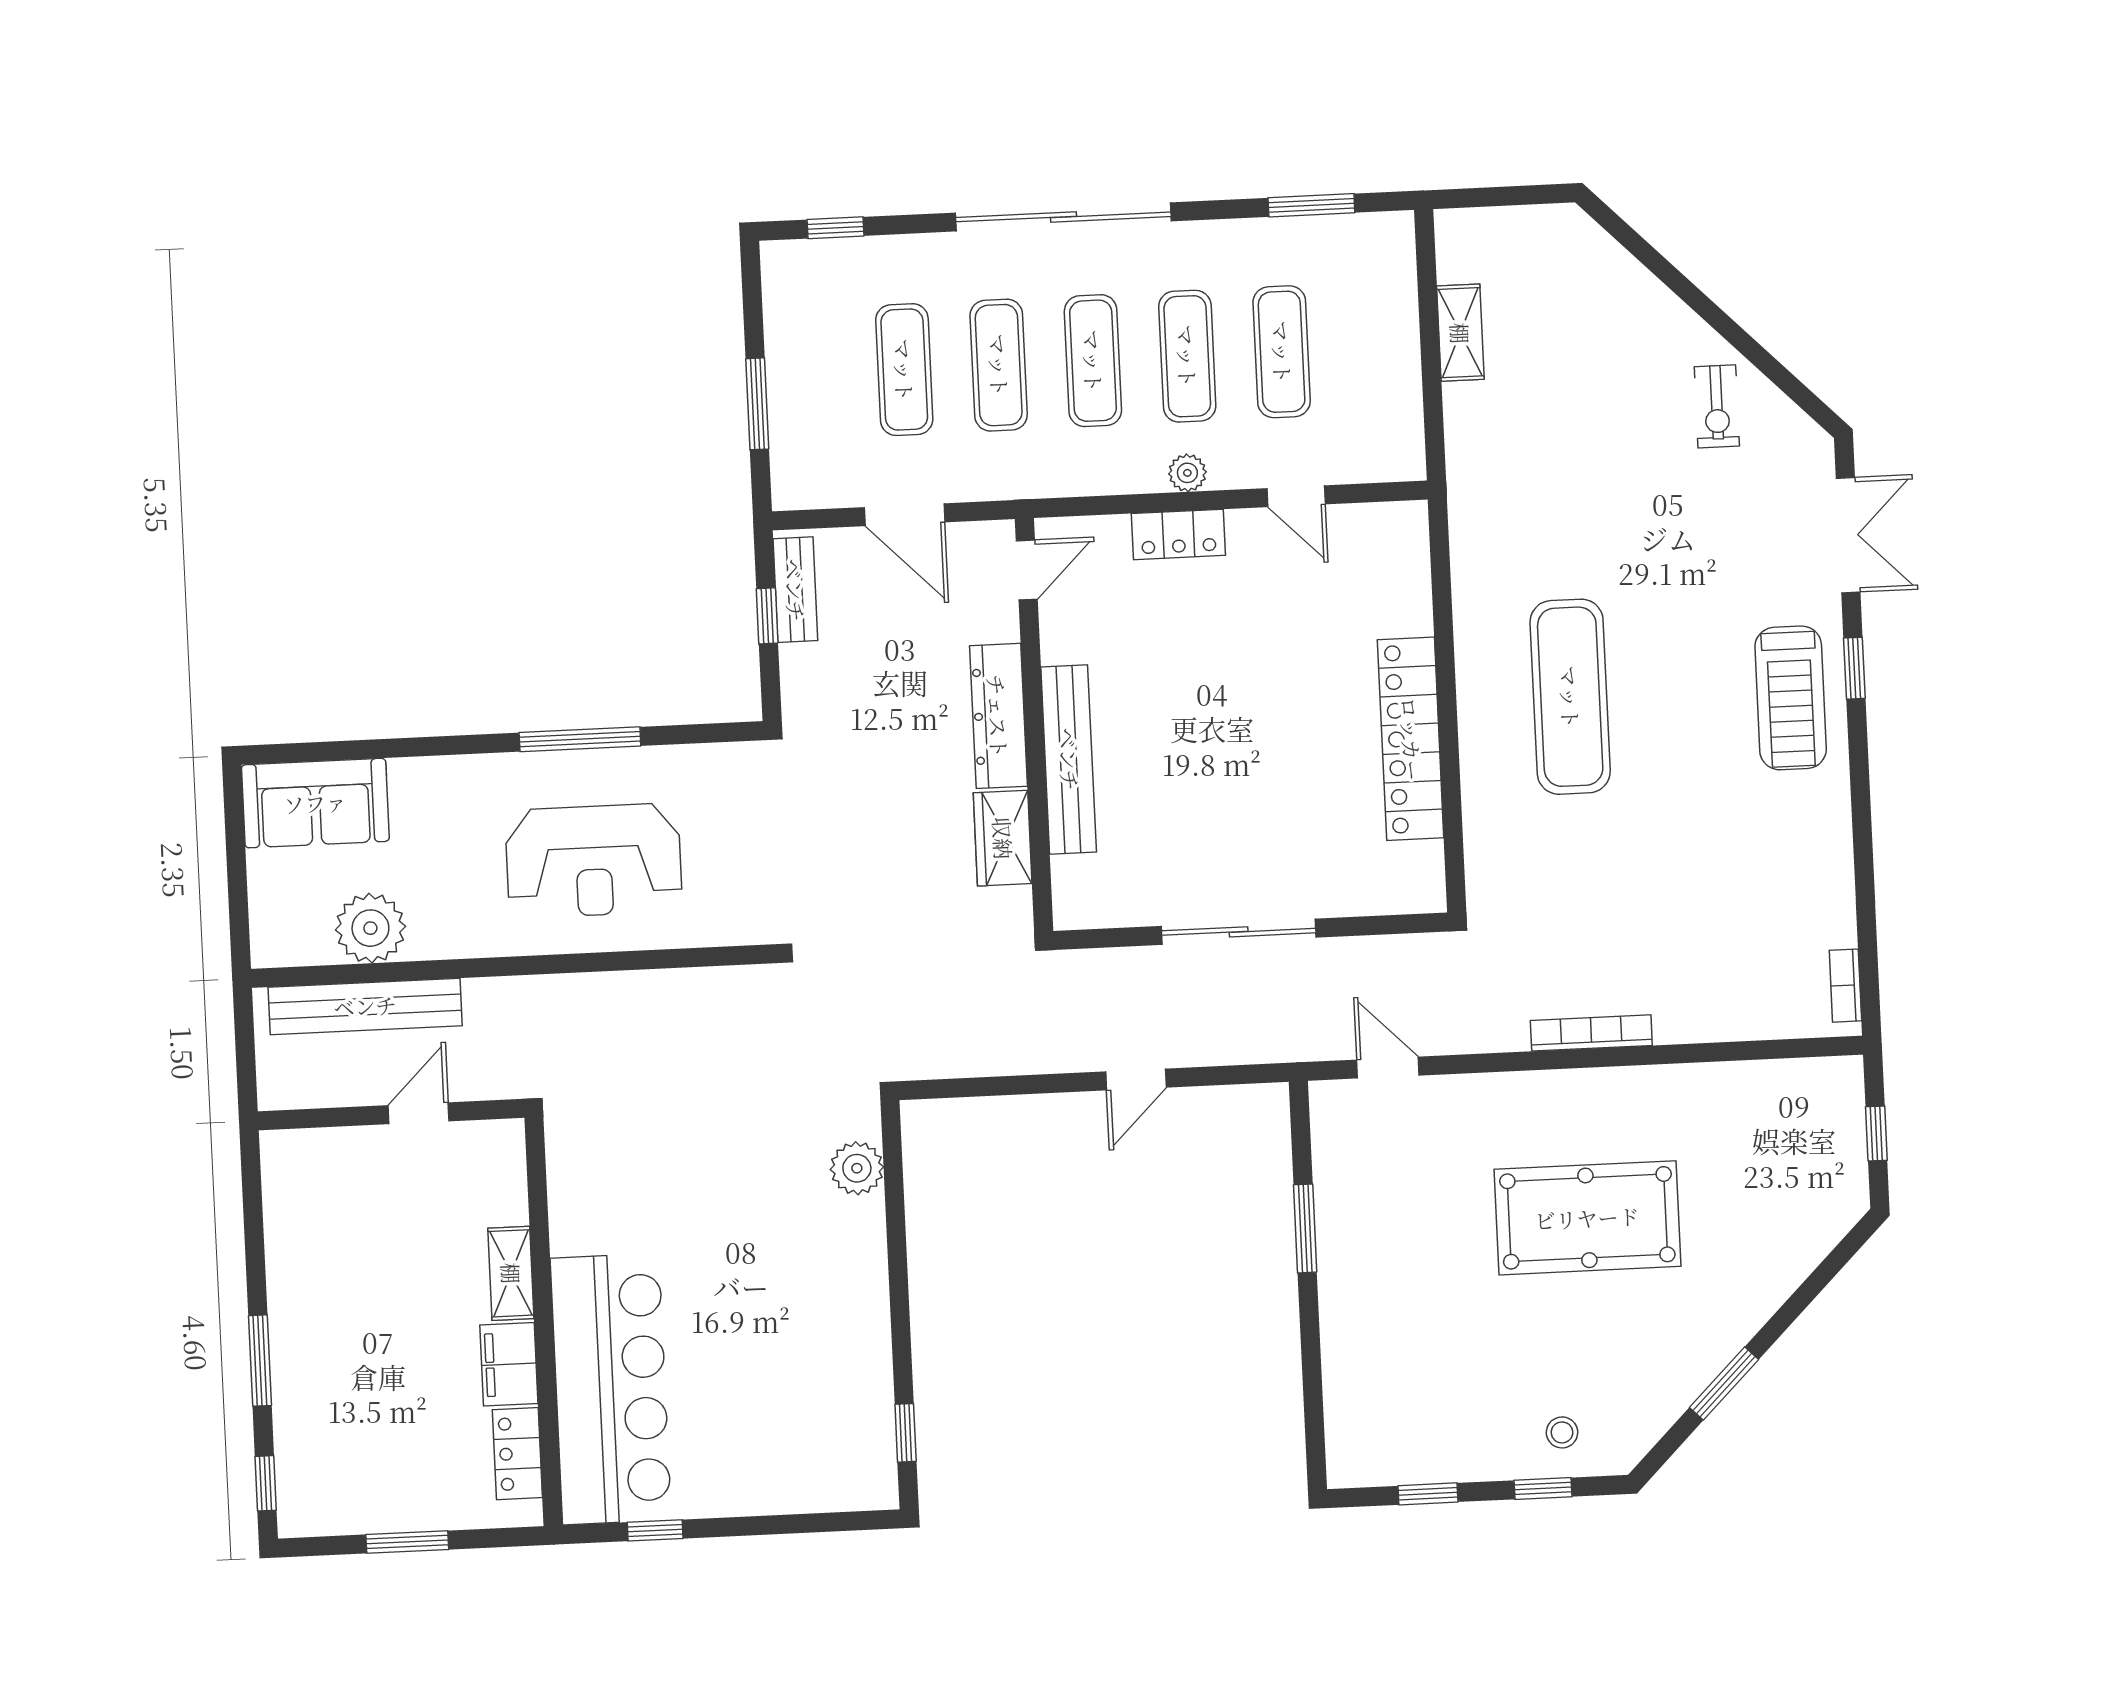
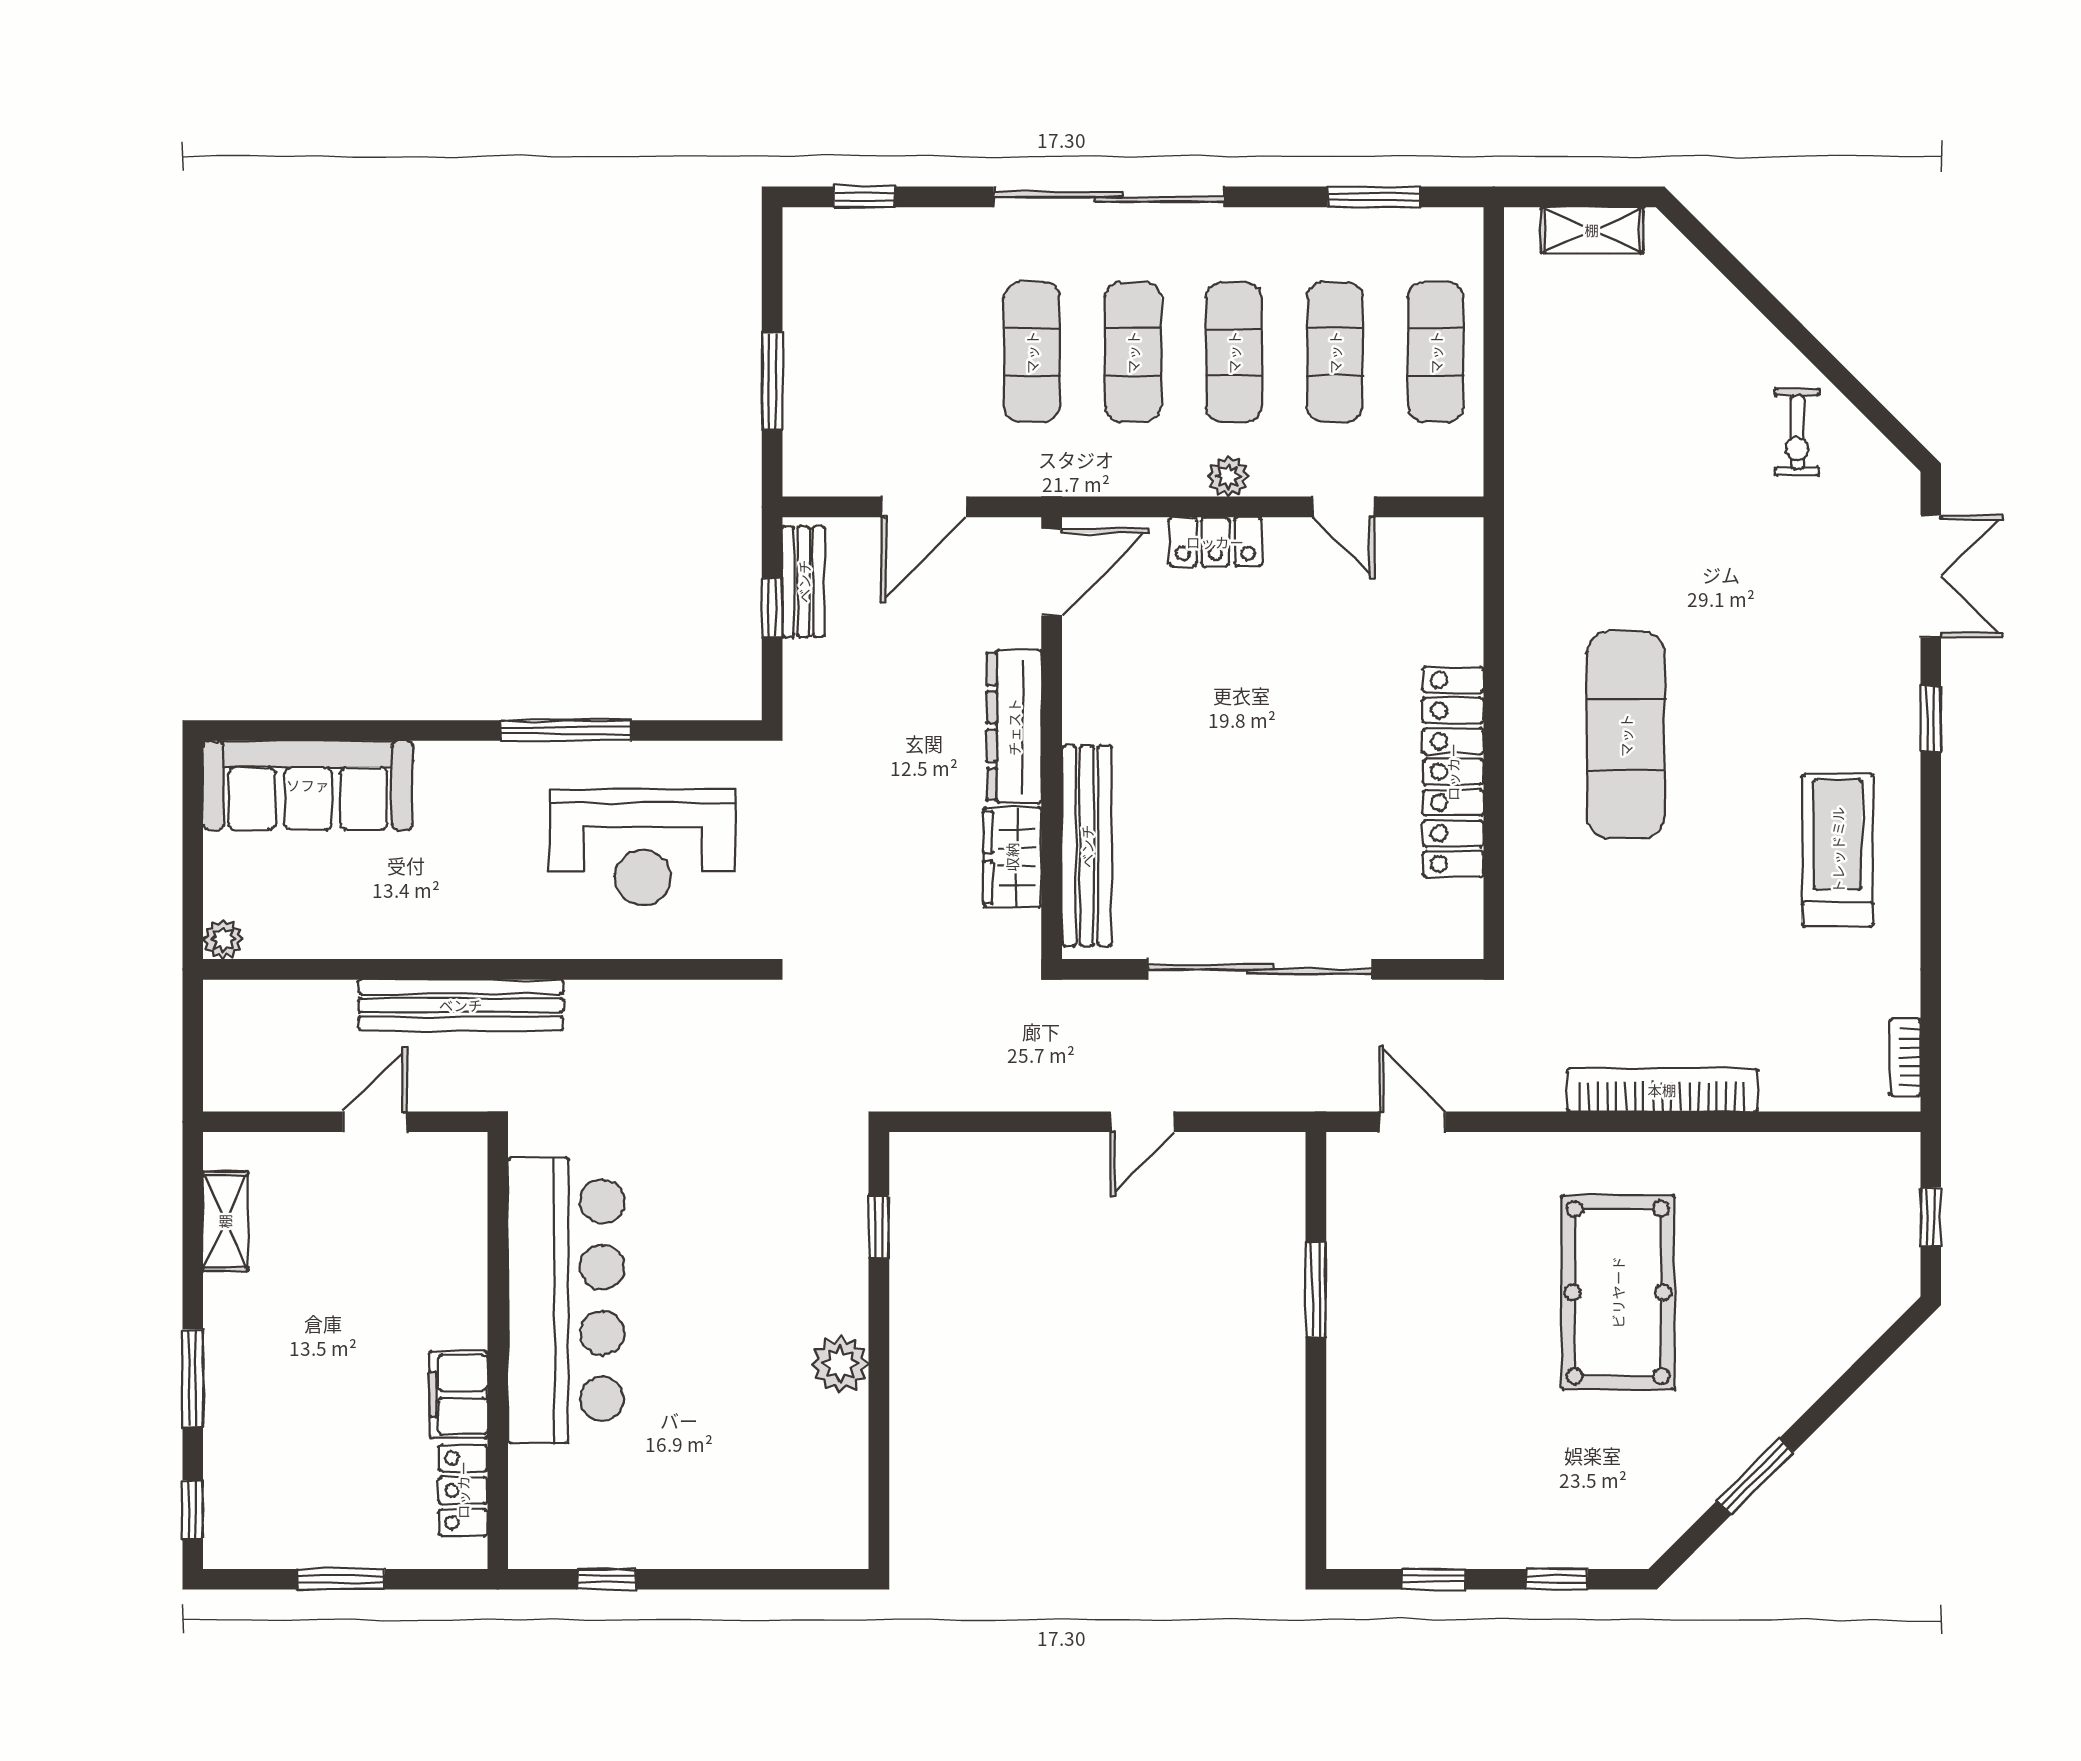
shelving: (1460, 333) -> (1592, 230), moved, turned 90
exercise mat: (904, 370) -> (1436, 352), moved
door: (905, 515) -> (924, 507), hinge flipped
door: (1027, 570) -> (1052, 572), width x1.38
treadmill: (1791, 698) -> (1838, 850), moved, turned 180
bench: (1069, 759) -> (1087, 846), moved
sofa: (315, 803) -> (308, 785), width x1.36
reception desk: (594, 861) -> (643, 847), moved
plant: (370, 928) -> (223, 939), moved, width x0.53, depth x0.53
sliding door: (1239, 932) -> (1260, 969), width x1.36
bench: (365, 1006) -> (461, 1005), moved
bookcase: (1591, 1033) -> (1662, 1090), width x1.48, depth x1.31
plant: (857, 1168) -> (840, 1364), moved
pool table: (1587, 1218) -> (1618, 1292), turned 90
shelving: (511, 1273) -> (225, 1221), moved
bar counter: (611, 1389) -> (566, 1300), moved
stool: (1562, 1432) -> (1580, 1520), removed
window: (906, 1433) -> (879, 1226), moved

